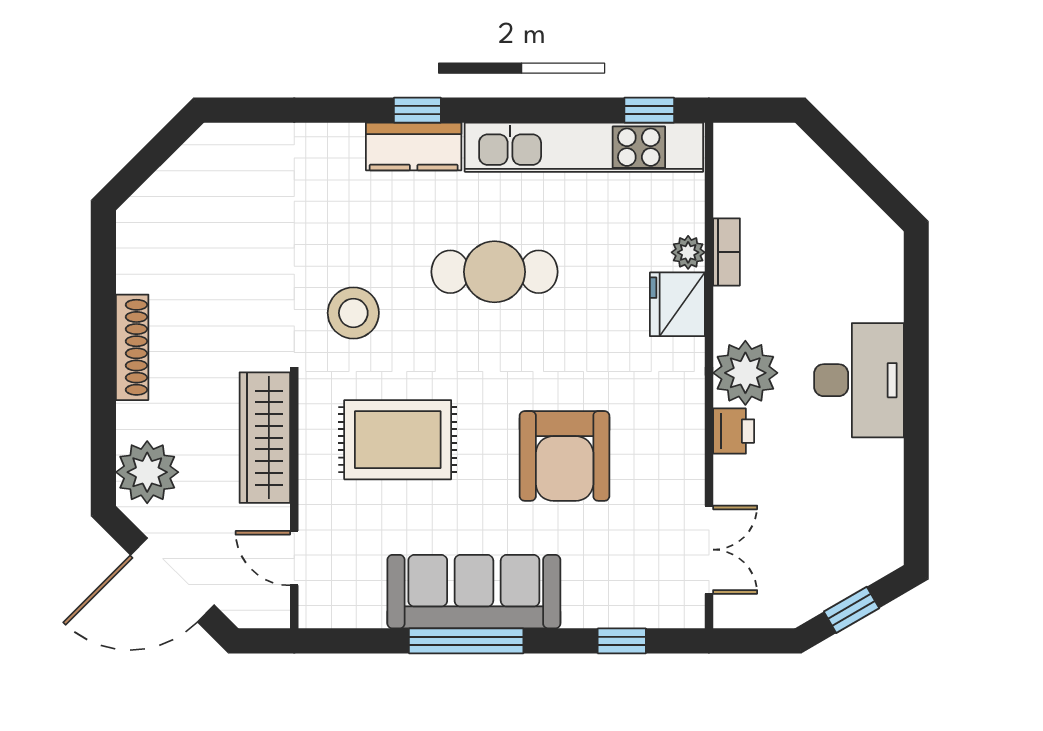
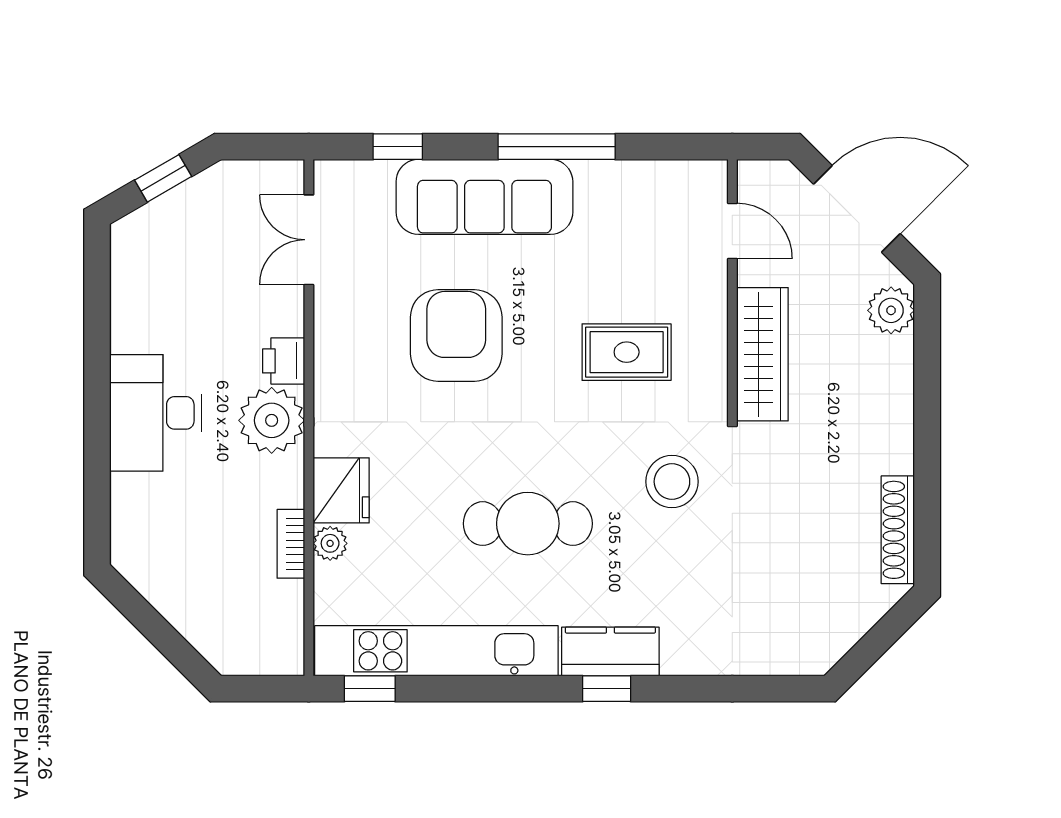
shoe rack: (132, 347) -> (898, 530), moved
rug: (398, 440) -> (627, 352), width x0.73, depth x0.70
plant: (147, 472) -> (891, 310), width x0.73, depth x0.73
sofa: (474, 592) -> (484, 197), moved

